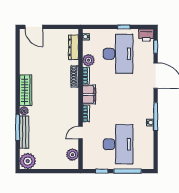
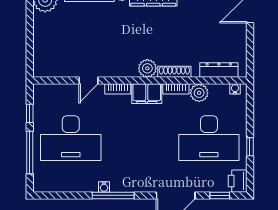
door: (80, 133) -> (89, 81), swing flipped
plant: (72, 155) -> (147, 68), moved

